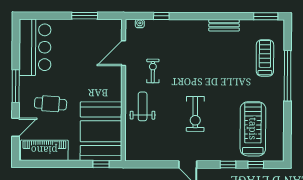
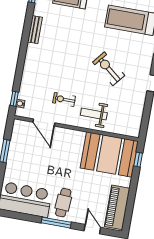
window: (161, 16) -> (14, 99), moved
cafe table: (51, 104) -> (63, 203), moved
exercise bike: (195, 114) -> (109, 69), turned -141

